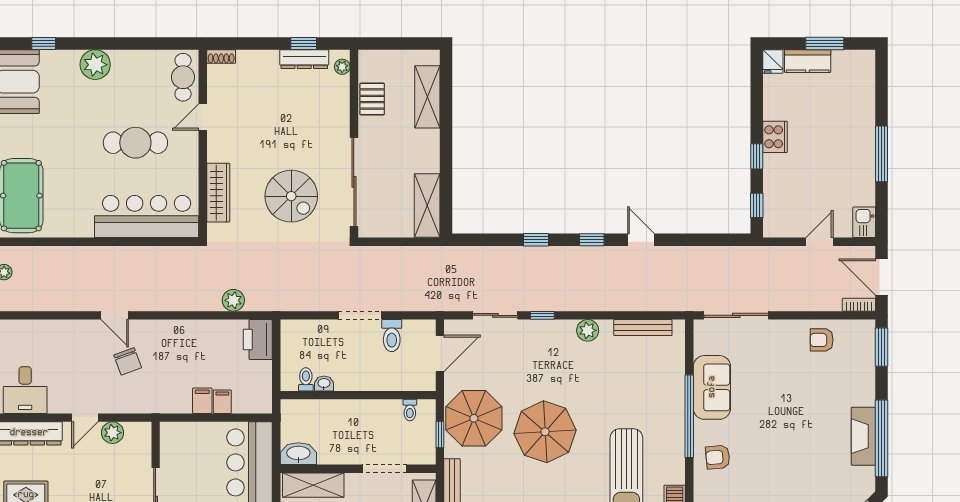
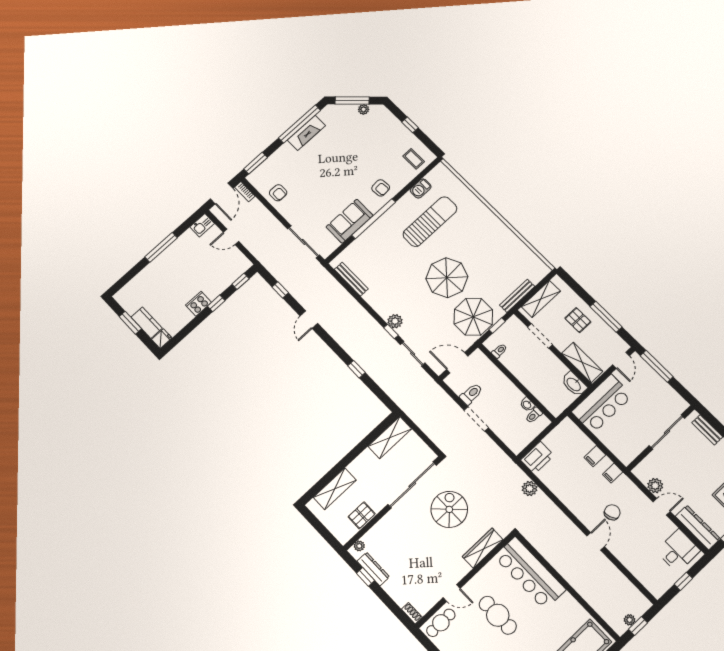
window: (592, 240) -> (280, 290), moved
plant: (588, 330) -> (395, 321), moved
filing cabinet: (222, 402) -> (613, 473), moved

